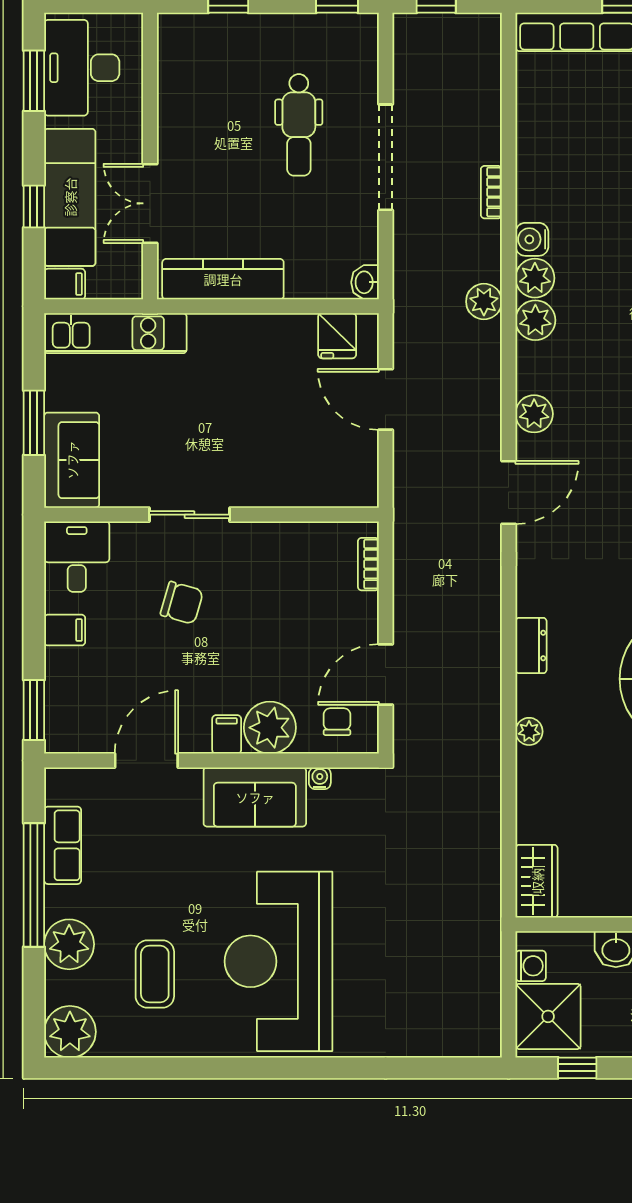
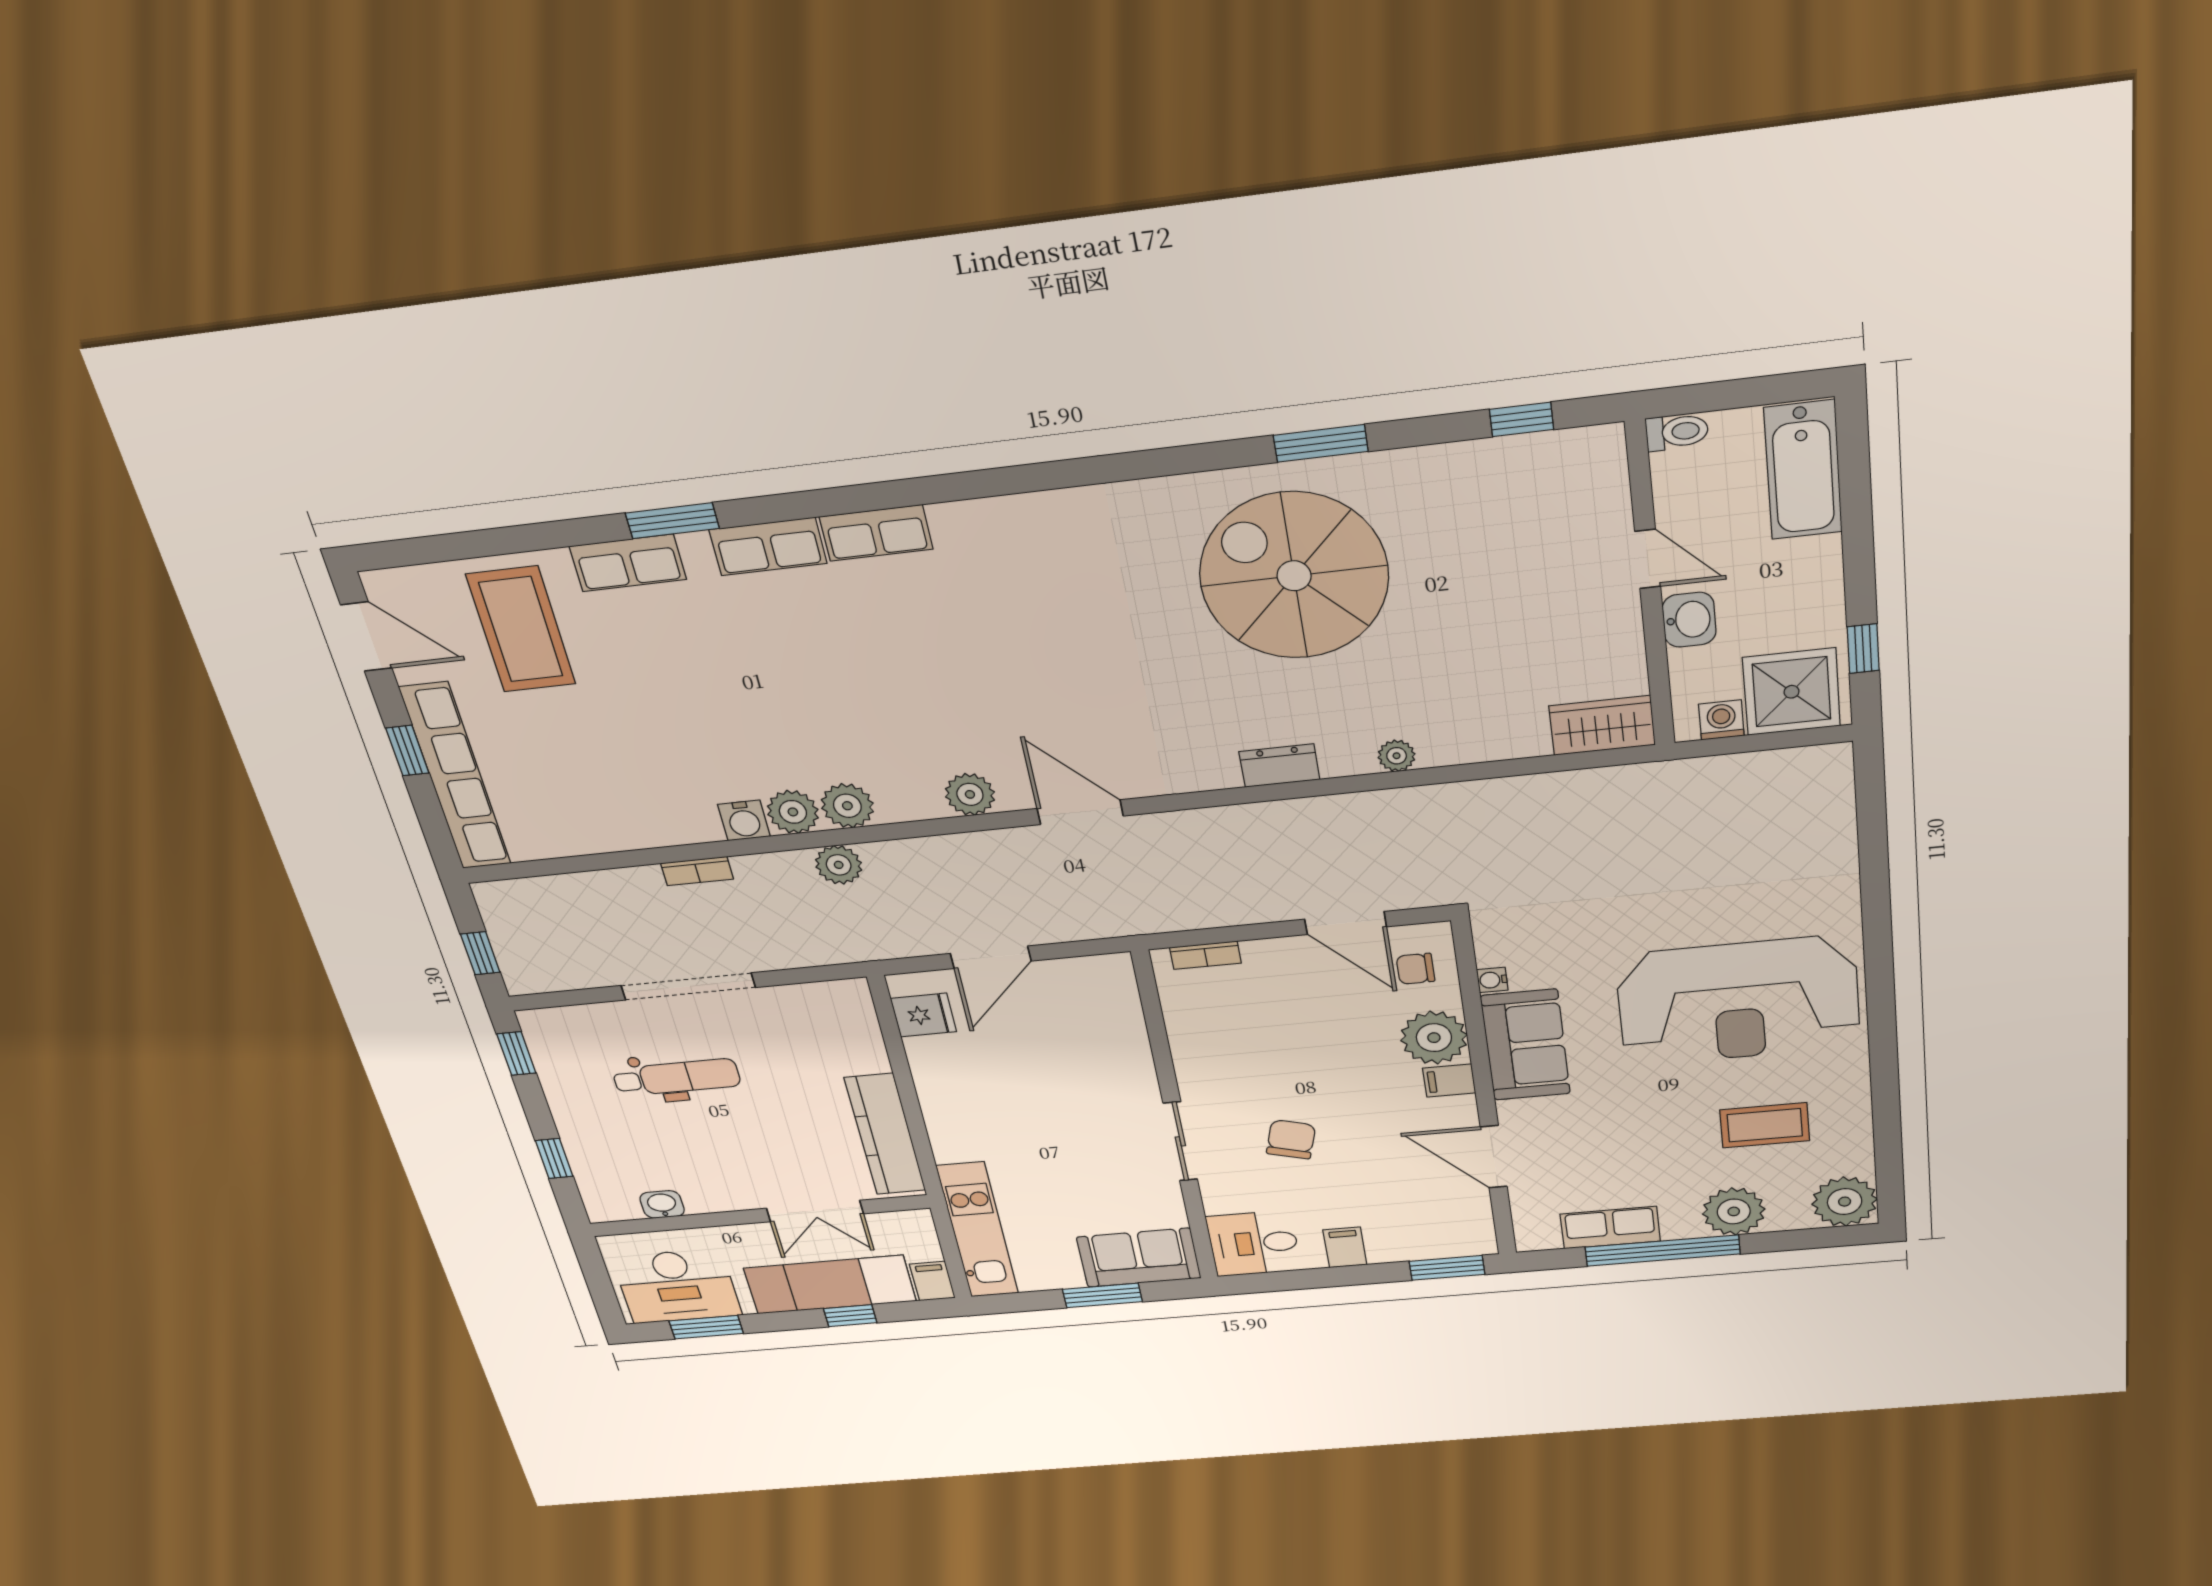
washbasin: (365, 282) -> (662, 1204), moved, turned 180

